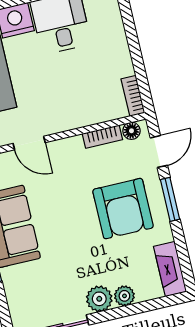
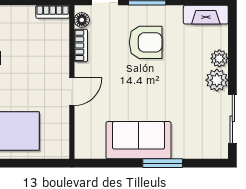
door: (29, 143) -> (72, 92), moved
armchair: (123, 209) -> (146, 42), width x0.73, depth x0.73

